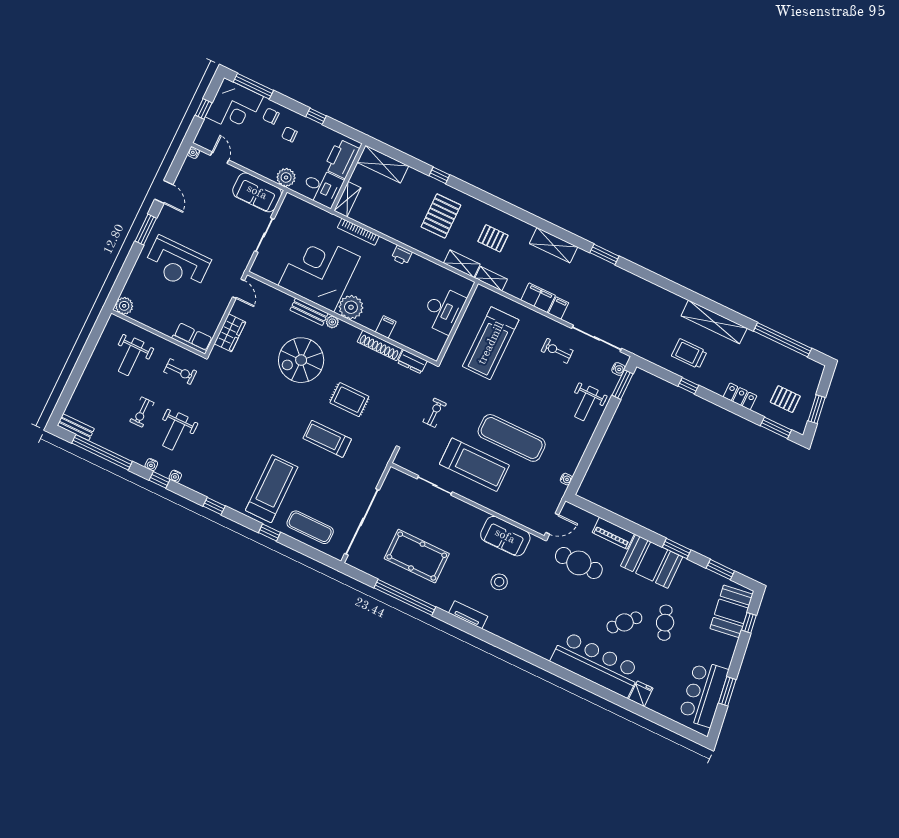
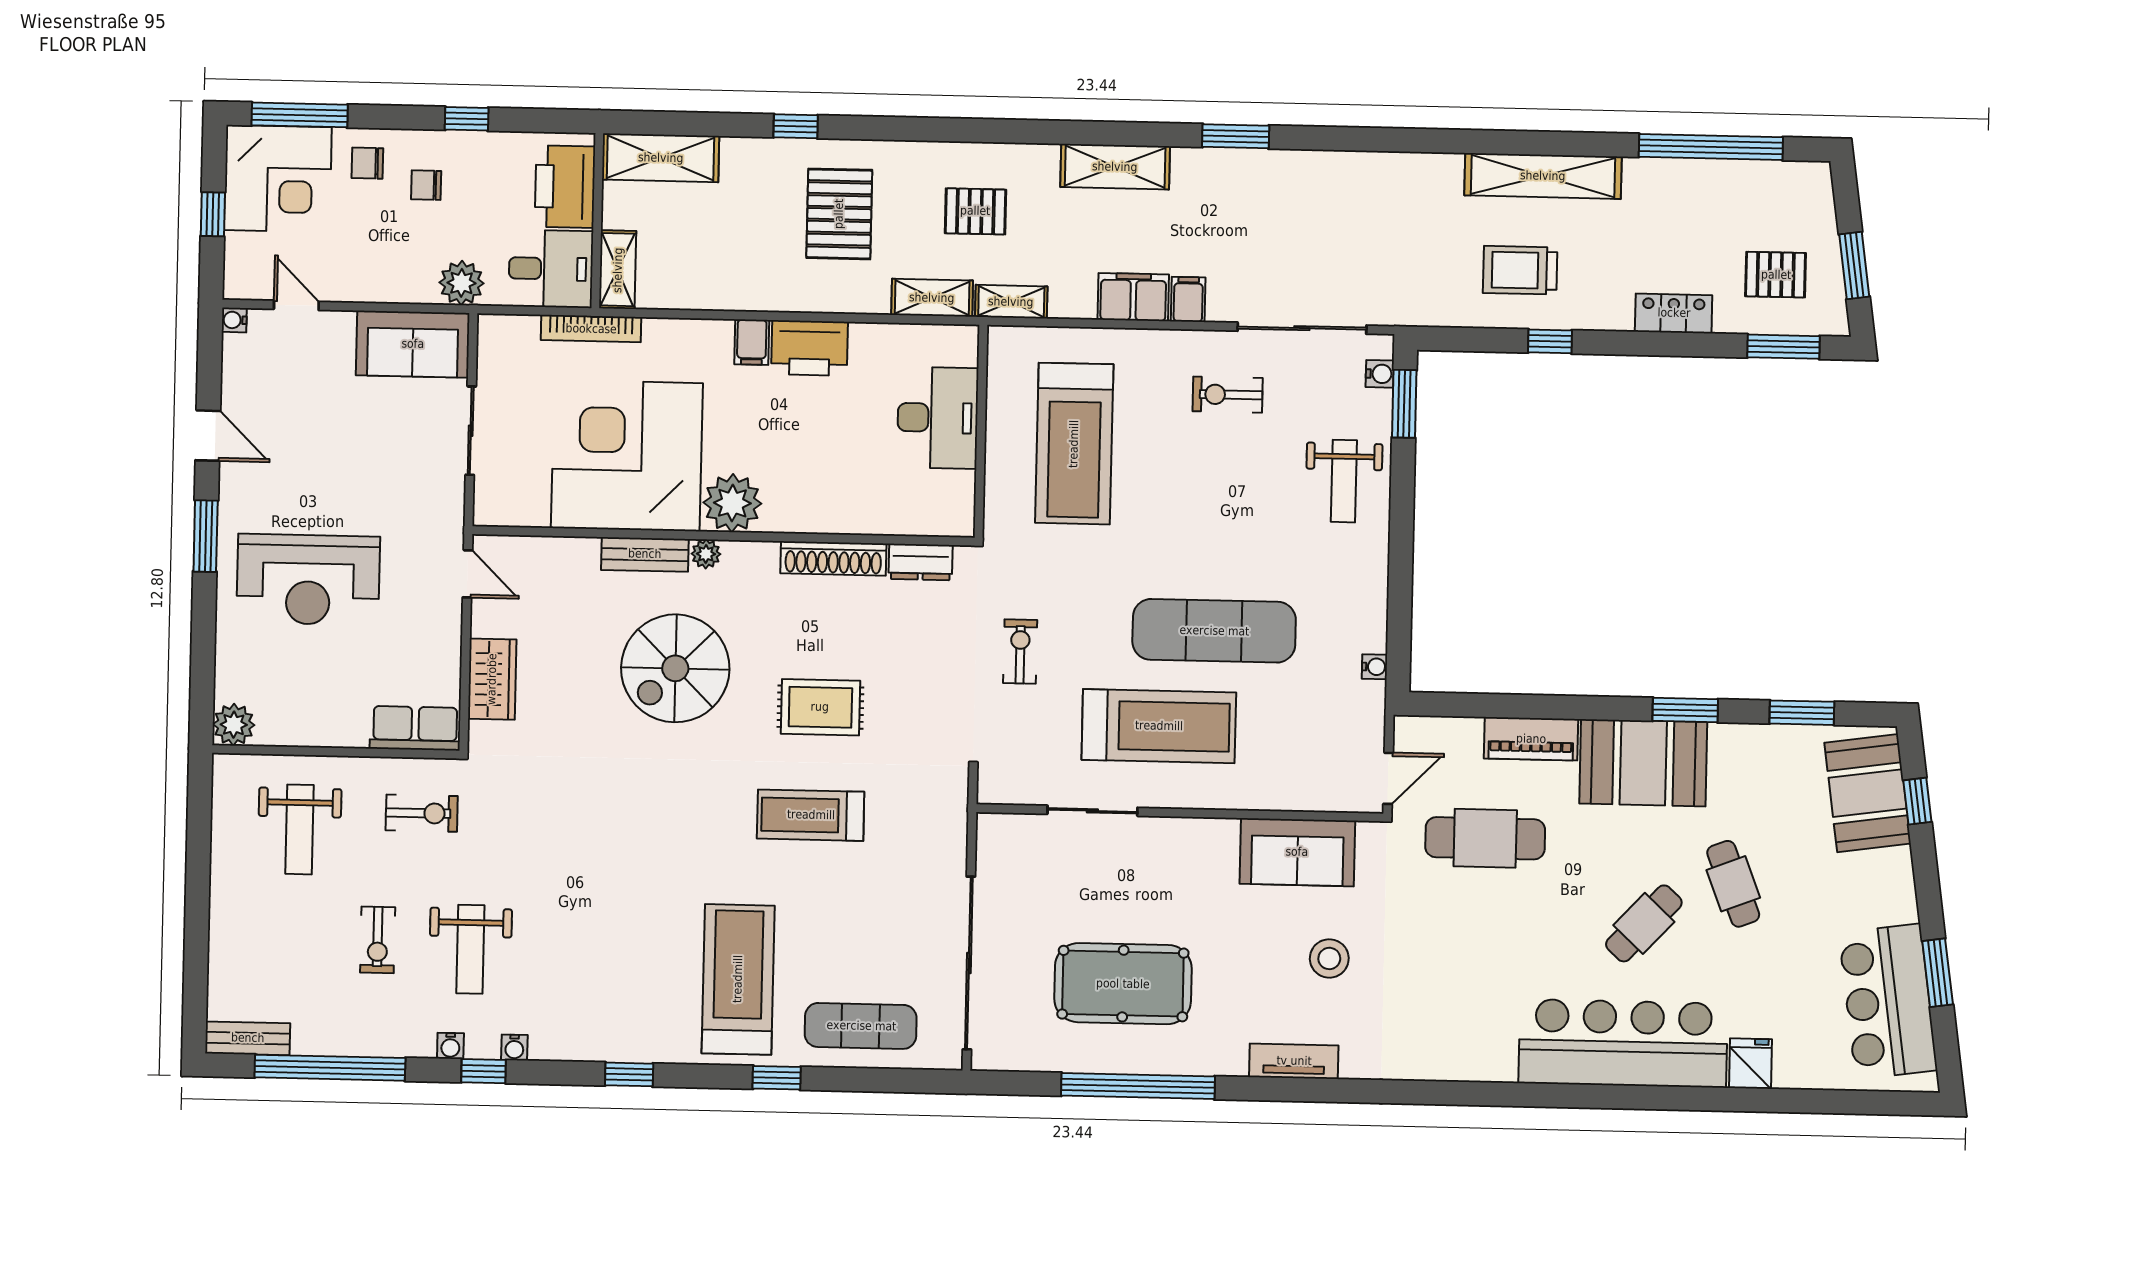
bookcase: (358, 232) -> (591, 329), moved
printer: (402, 255) -> (810, 348), width x1.87, depth x1.48
filing cabinet: (386, 327) -> (752, 342), moved, turned 180

